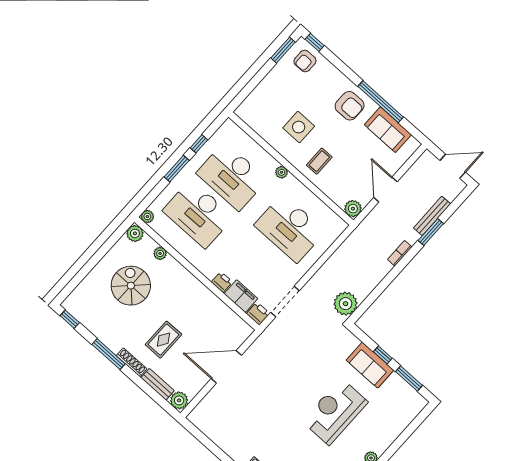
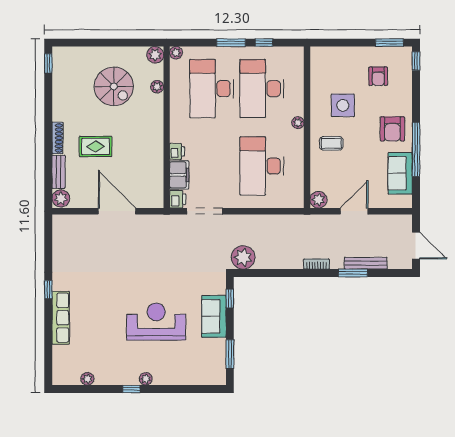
armchair: (305, 61) -> (378, 76), moved, turned -90
spiral stairs: (131, 286) -> (114, 86), turned 90
window: (109, 354) -> (48, 115), removed
window: (383, 355) -> (230, 299), moved

